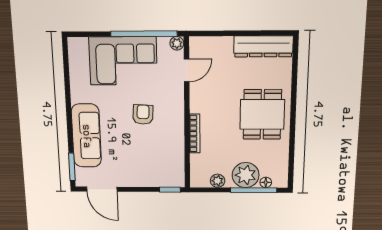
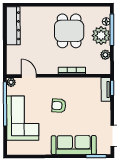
dining table: (262, 114) -> (69, 31), moved, turned 90
tv unit: (168, 181) -> (106, 89), added

